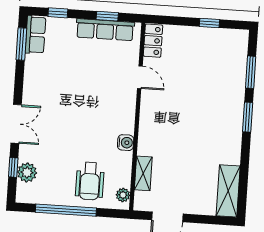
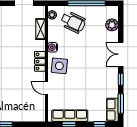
locker: (153, 41) -> (40, 61), moved
side table: (117, 112) -> (59, 66), added
window: (13, 167) -> (121, 79), moved
wheelchair: (90, 181) -> (73, 22), turned 116

